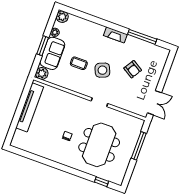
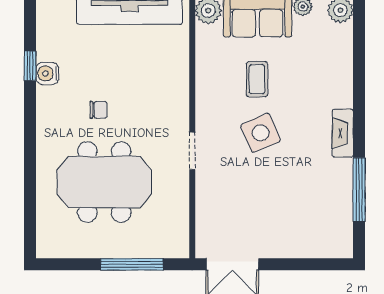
armchair: (133, 69) -> (285, 194), removed
water cooler: (44, 152) -> (47, 73), added
window: (102, 182) -> (30, 66), moved

